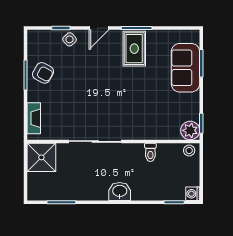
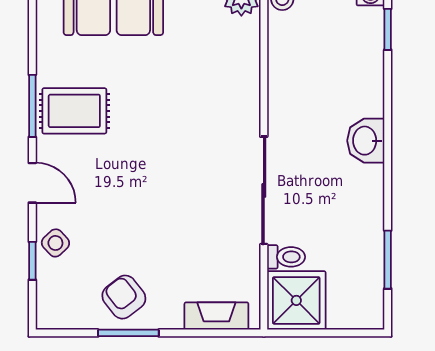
armchair: (43, 73) -> (124, 297), turned -67
toilet: (150, 152) -> (286, 257), moved

